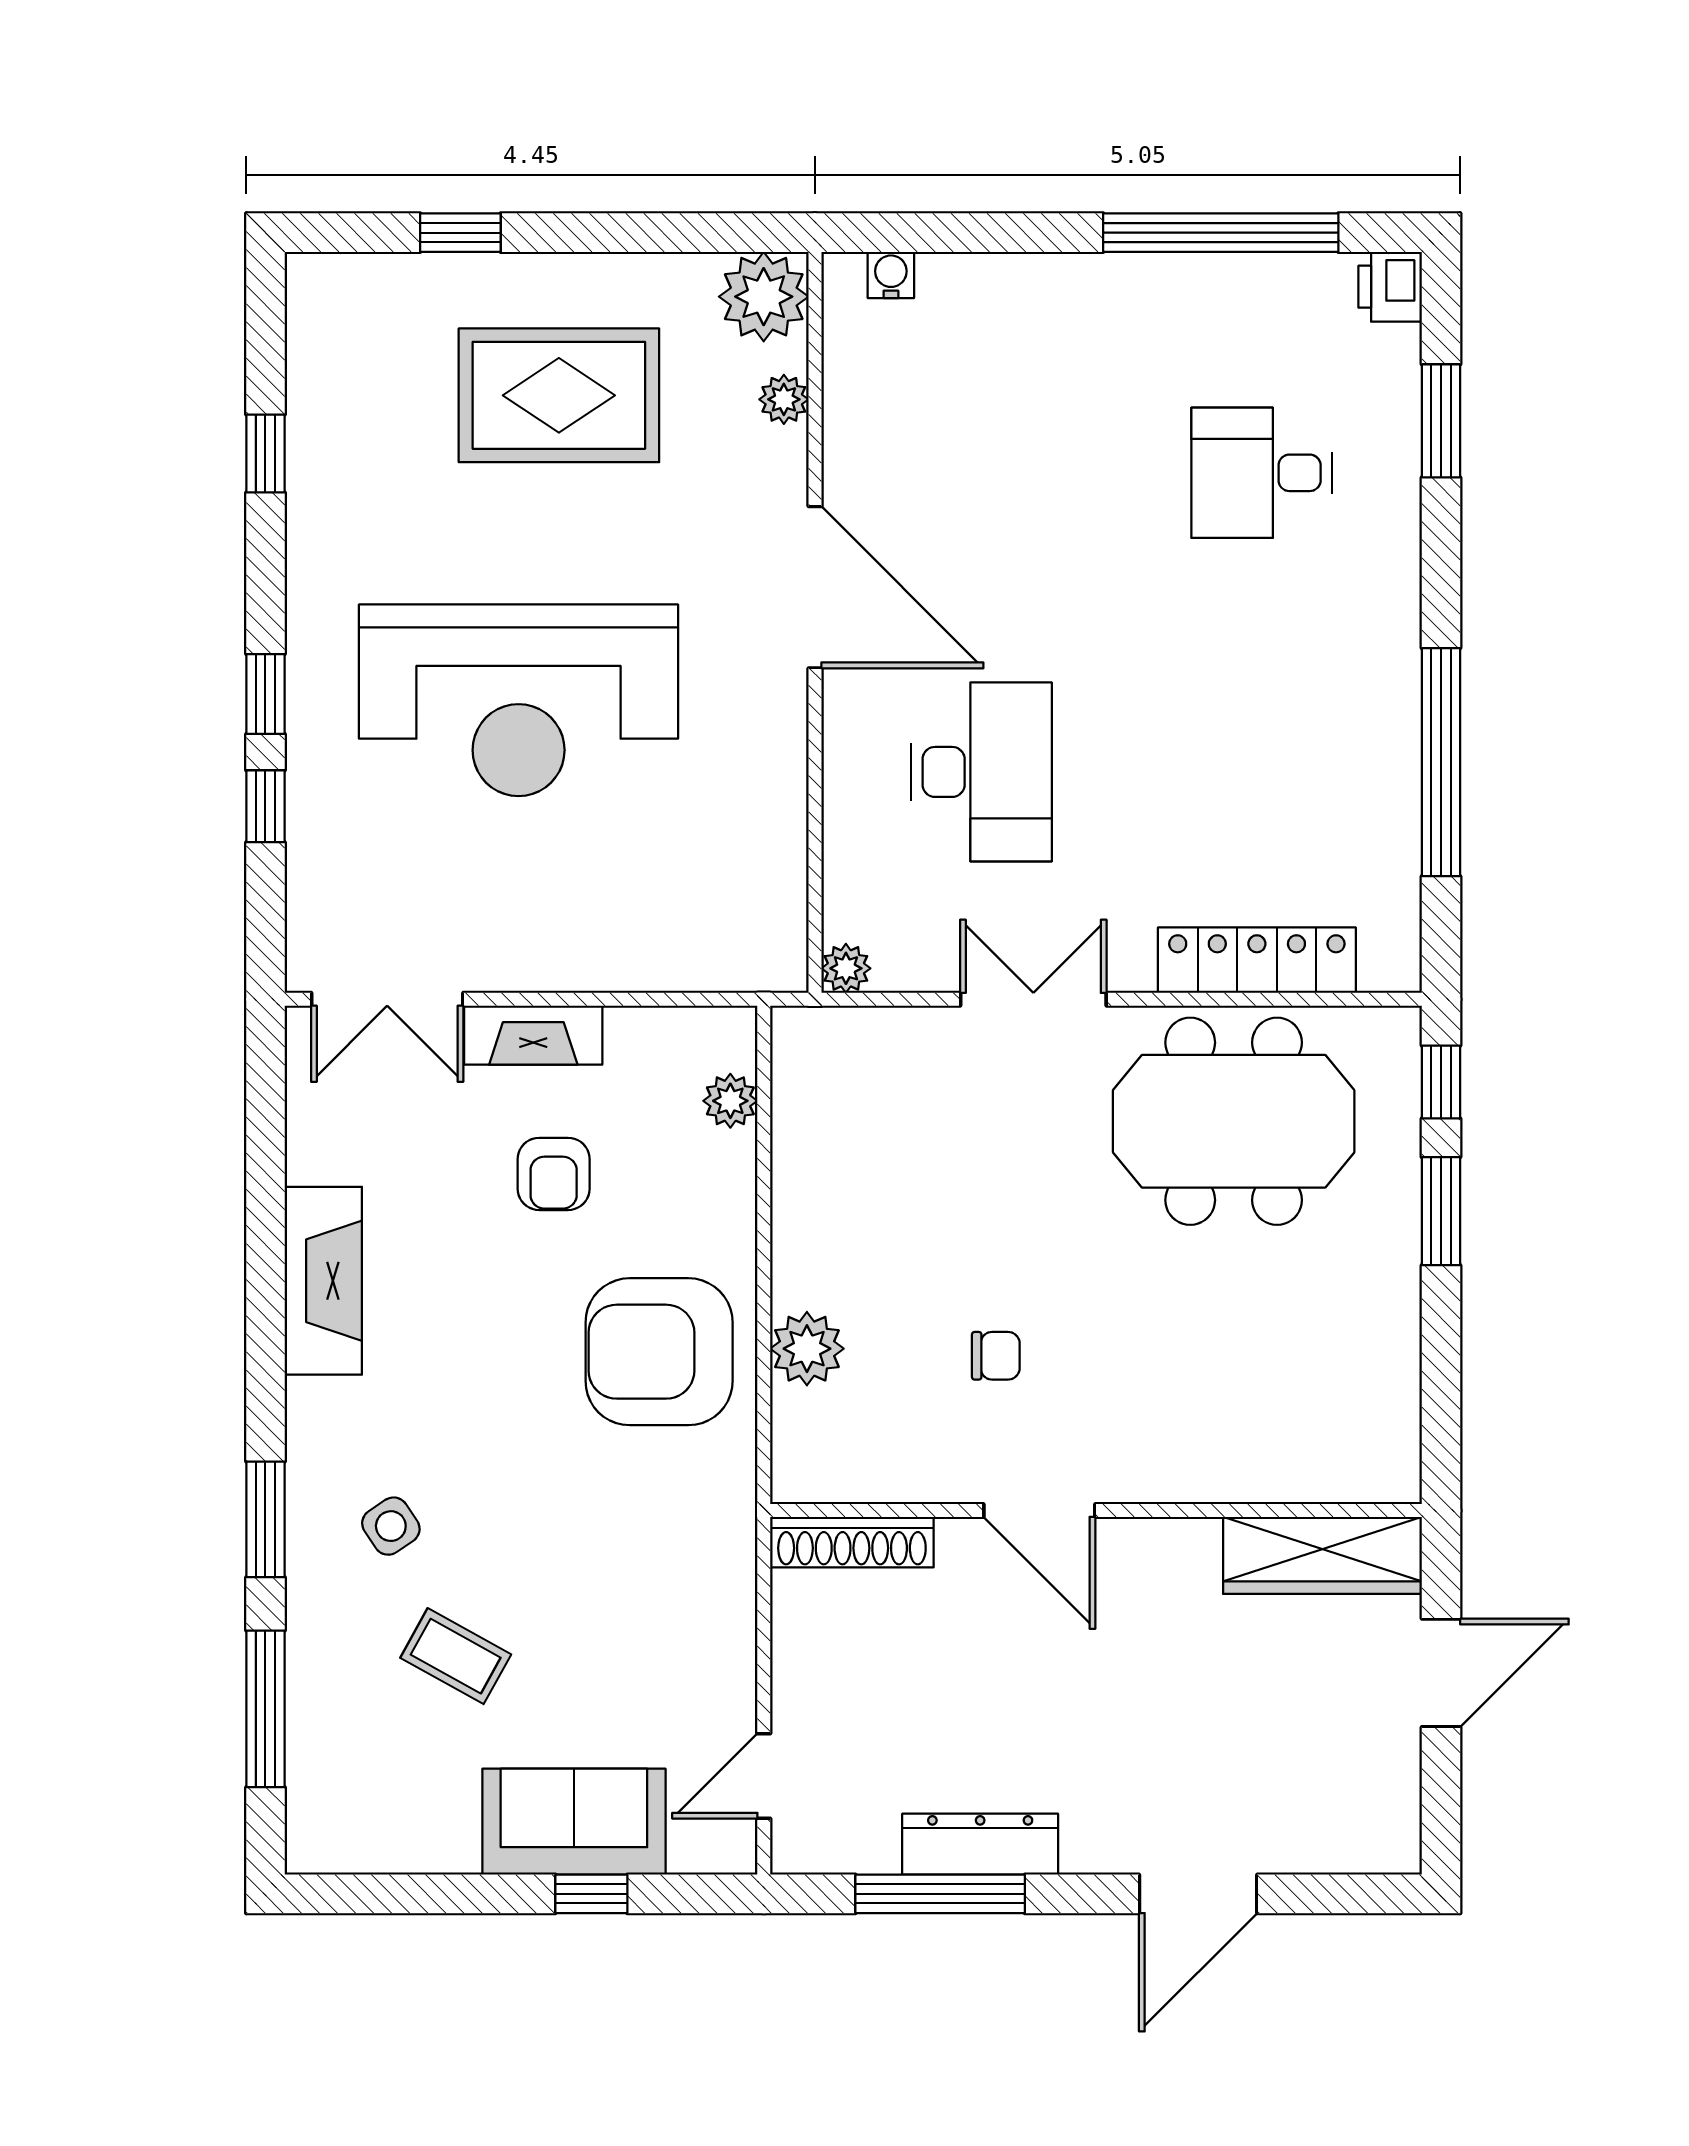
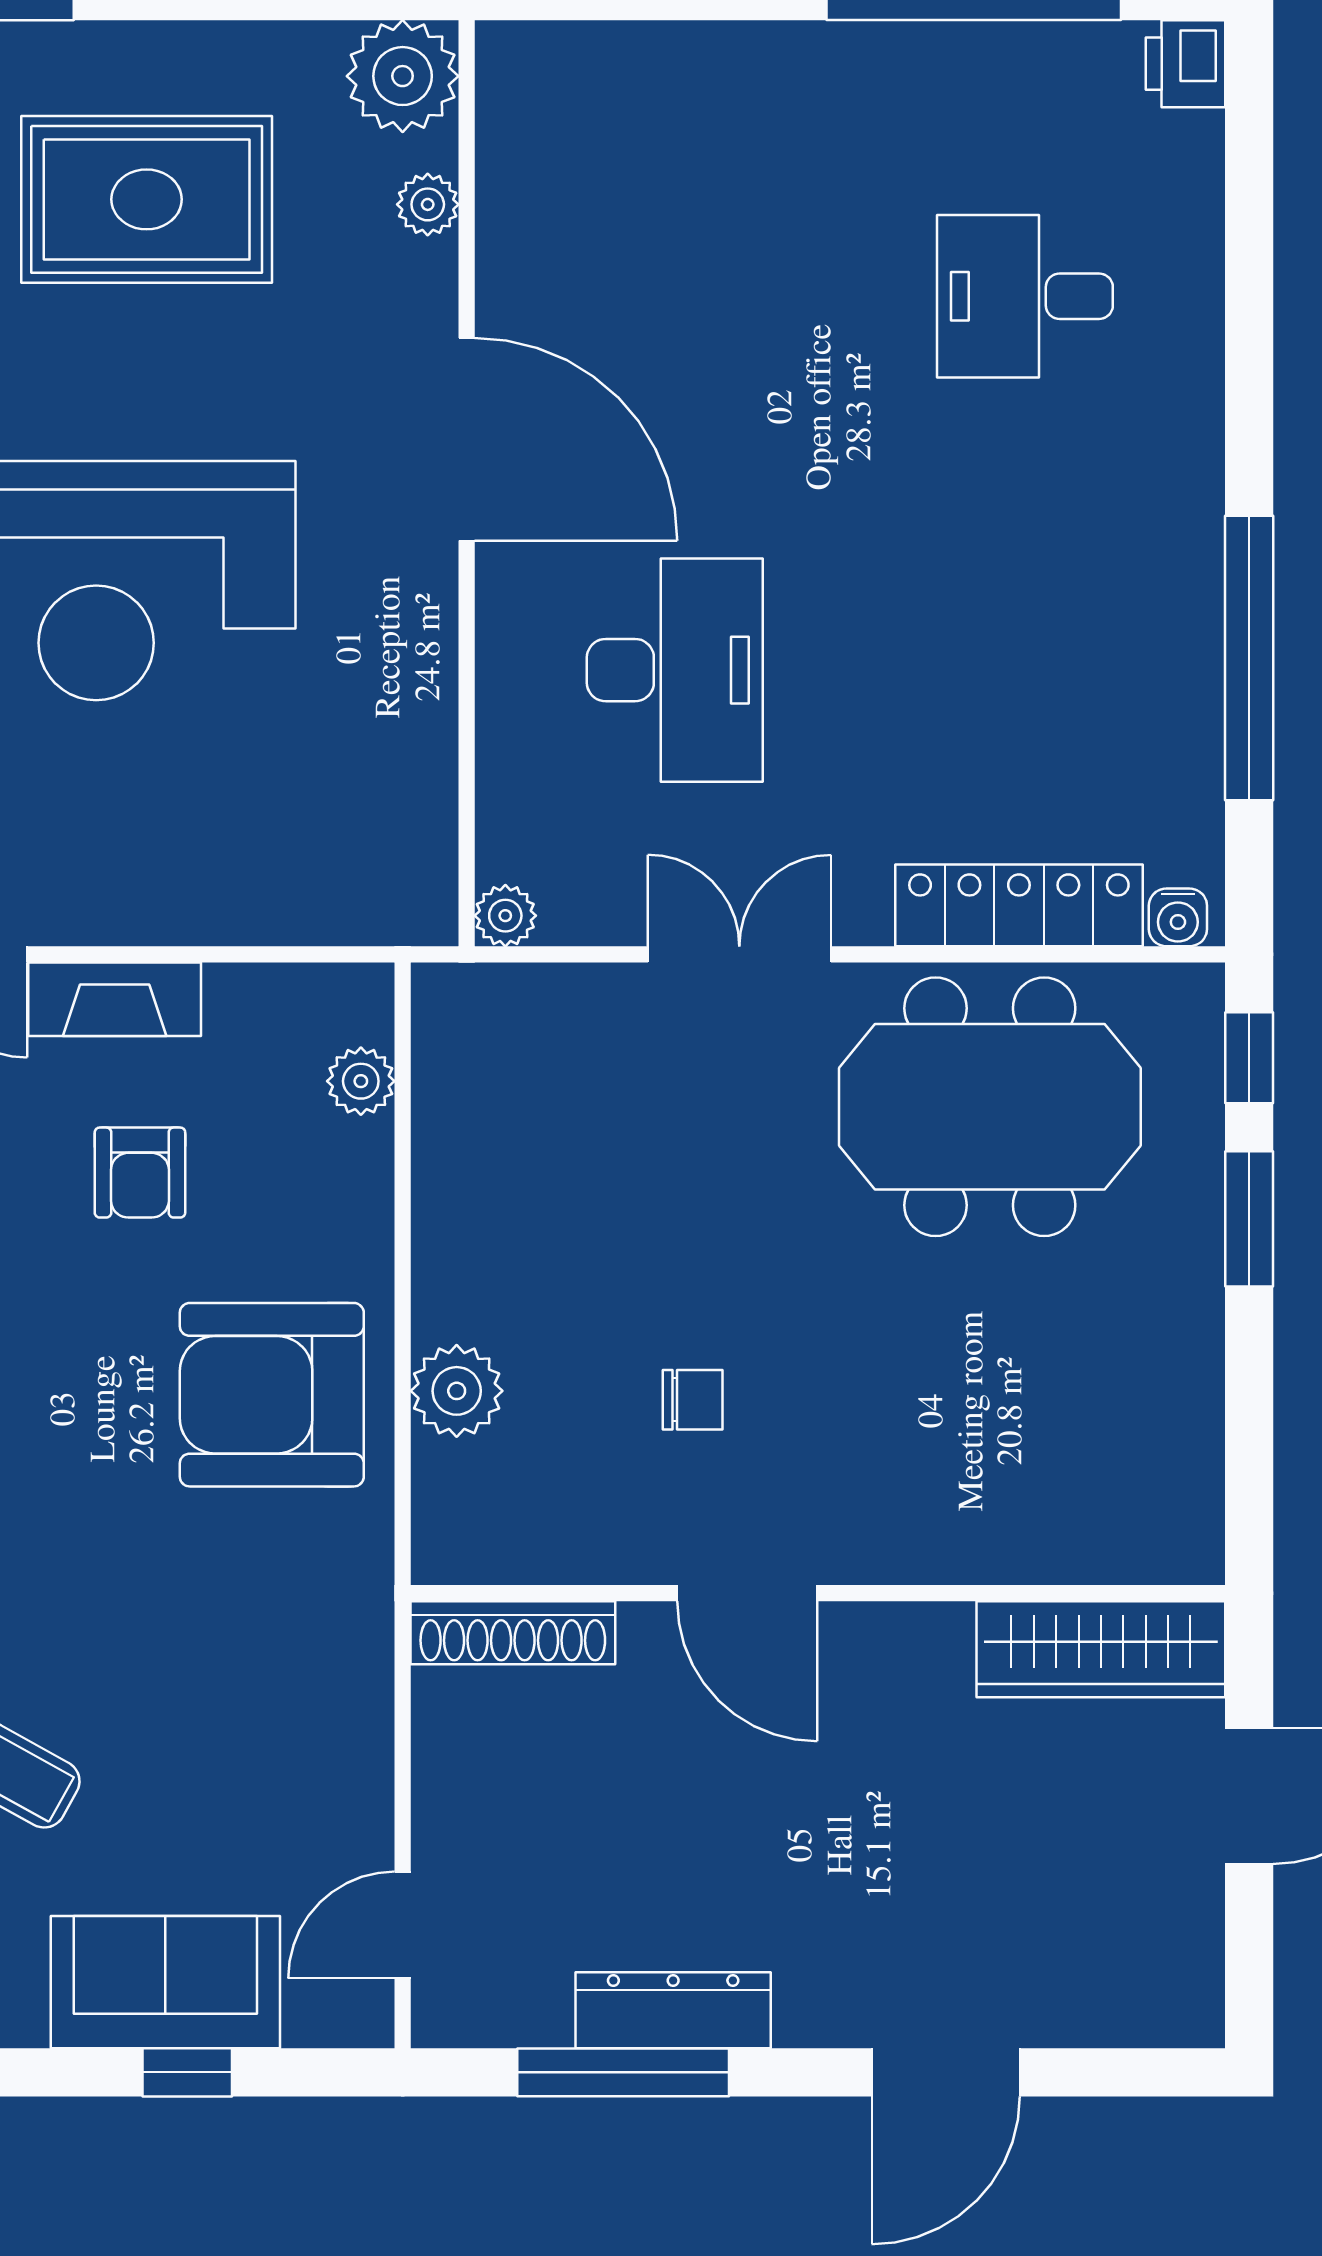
water cooler: (891, 275) -> (1178, 917), moved, turned 180
window: (1441, 421) -> (1249, 231), removed

